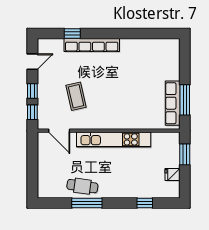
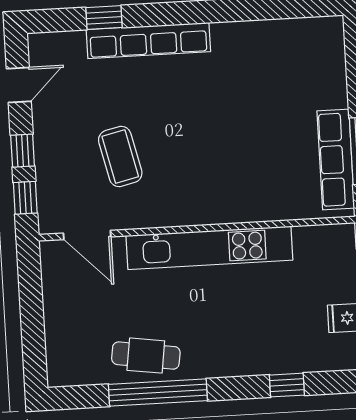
window: (87, 203) -> (158, 392), width x1.46

